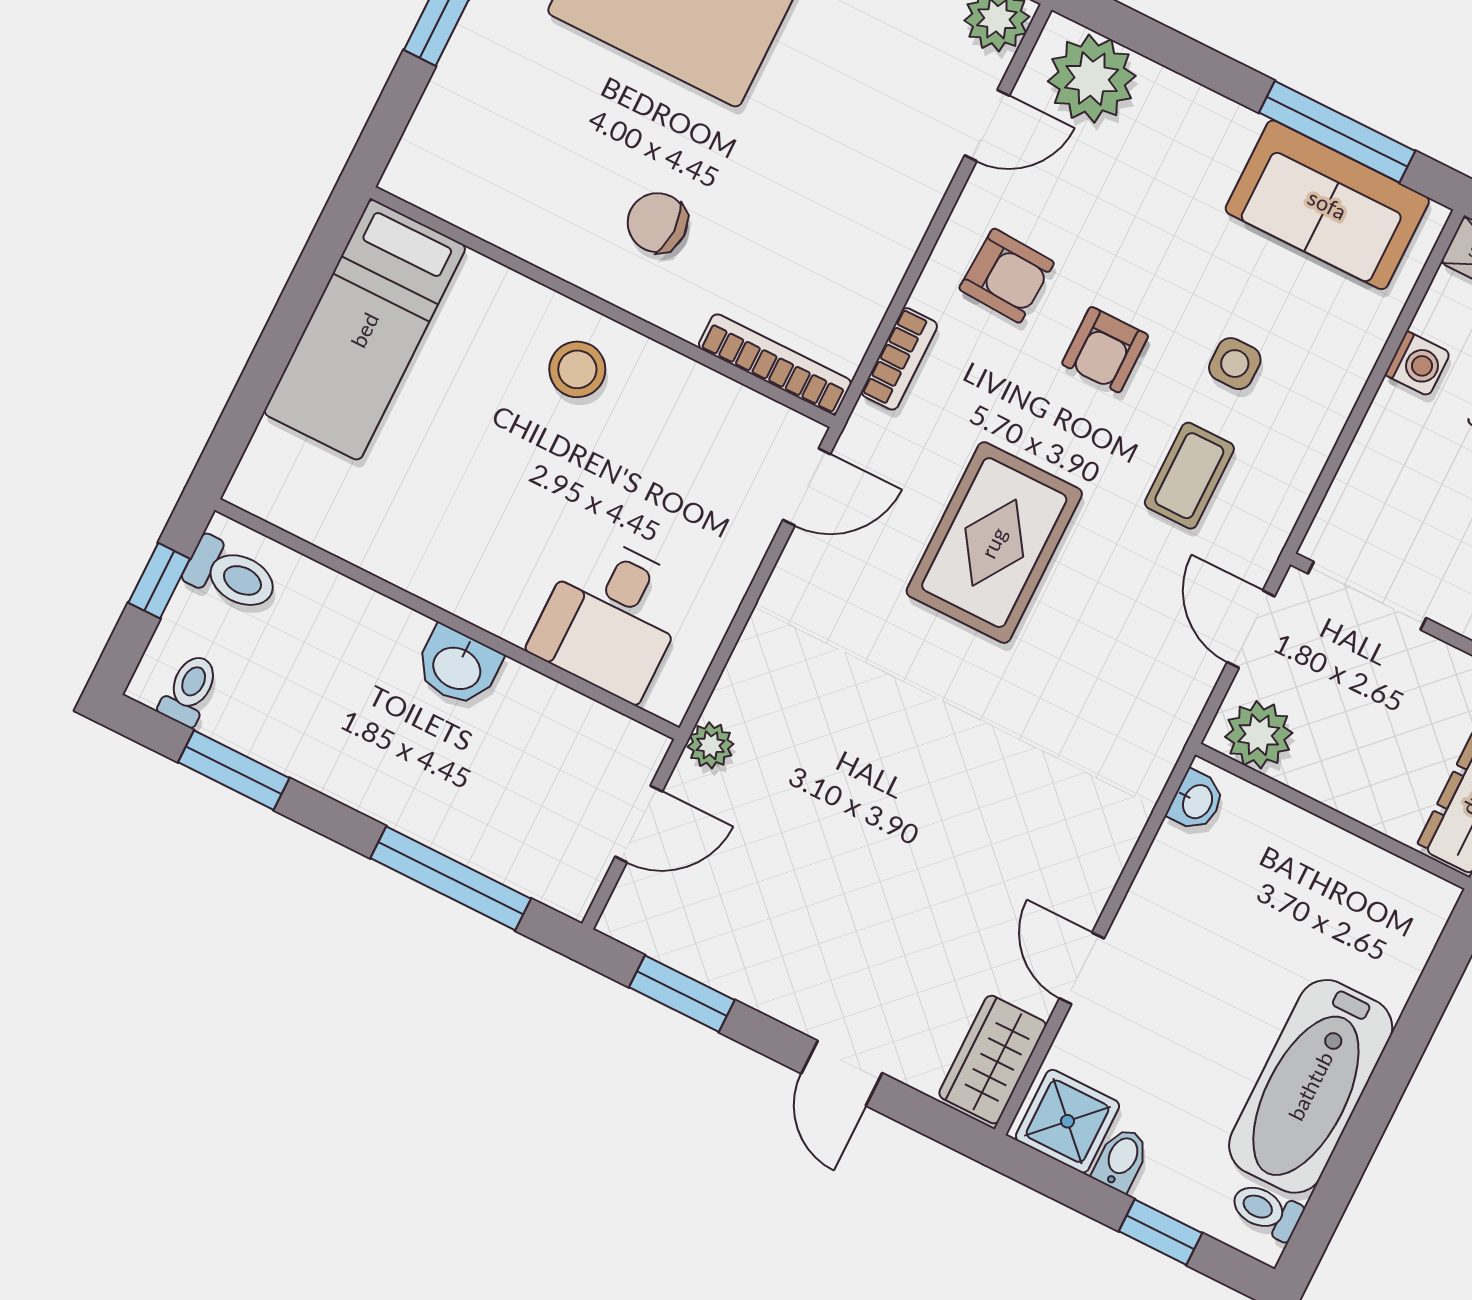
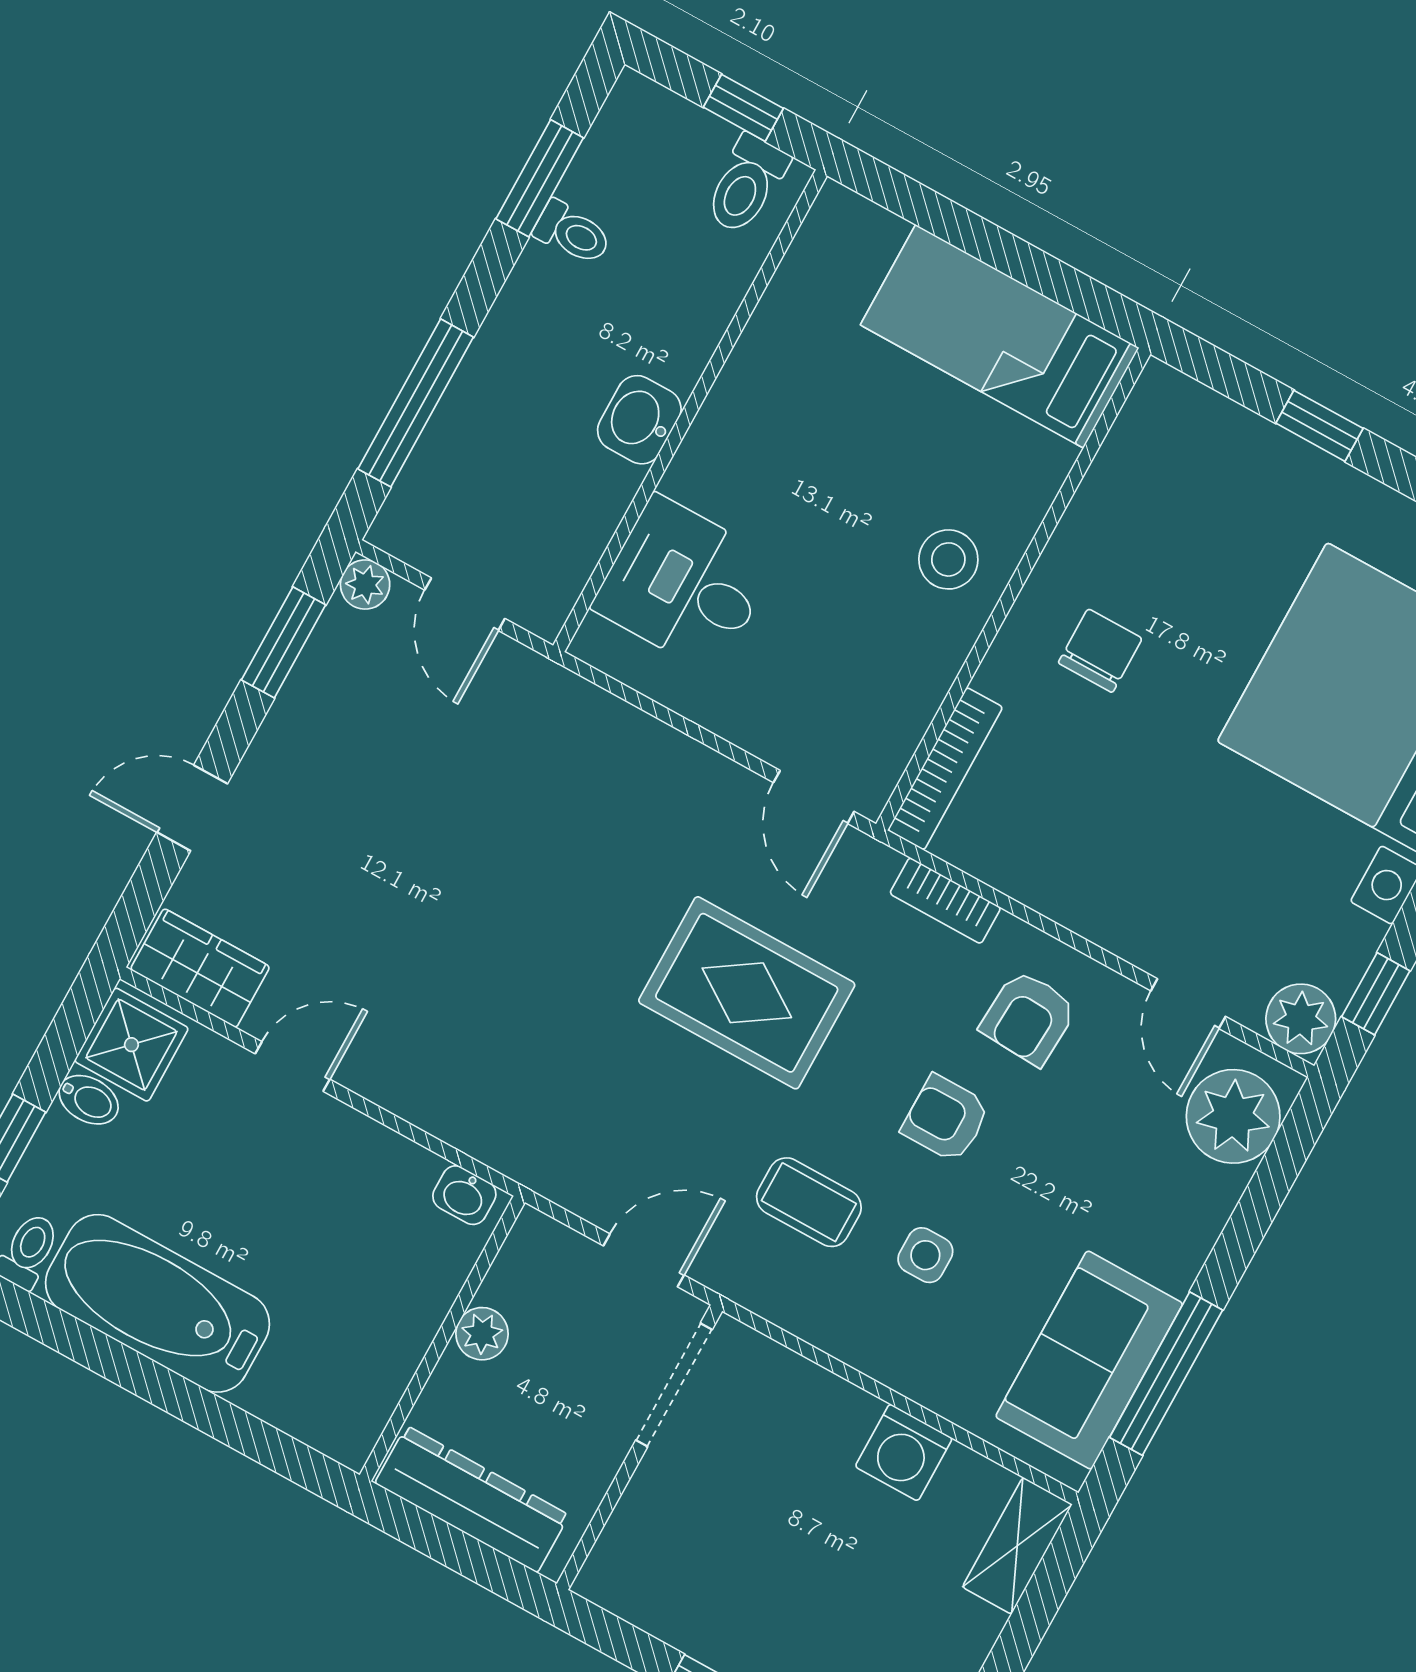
washing machine: (1418, 364) -> (904, 1452), width x1.38, depth x1.38
toilet: (189, 690) -> (572, 233), moved
plant: (1259, 735) -> (482, 1334), moved, width x0.73, depth x0.73
plant: (711, 745) -> (365, 584), moved

